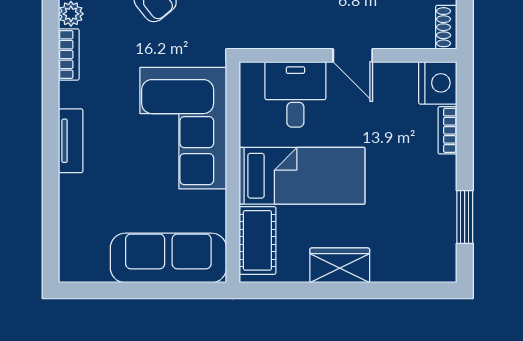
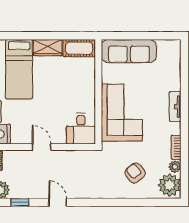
desk: (295, 94) -> (81, 129), moved
bed: (302, 176) -> (19, 69), moved, turned -90
cot: (257, 240) -> (79, 48), moved, turned 90

